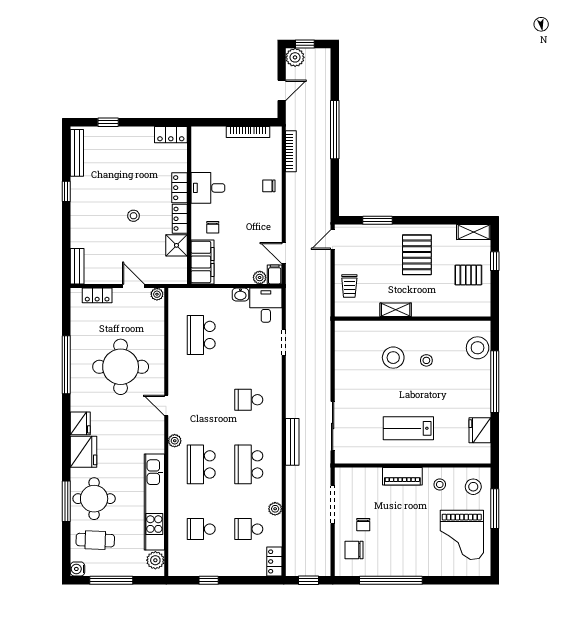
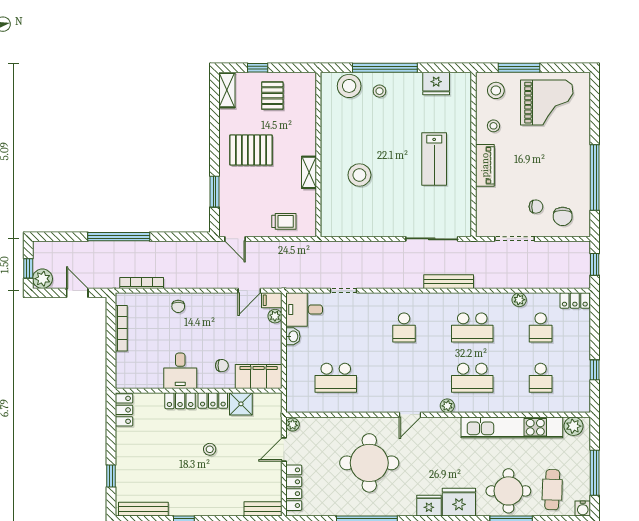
locker: (97, 295) -> (294, 488), width x1.53
stool: (426, 360) -> (379, 91), moved

